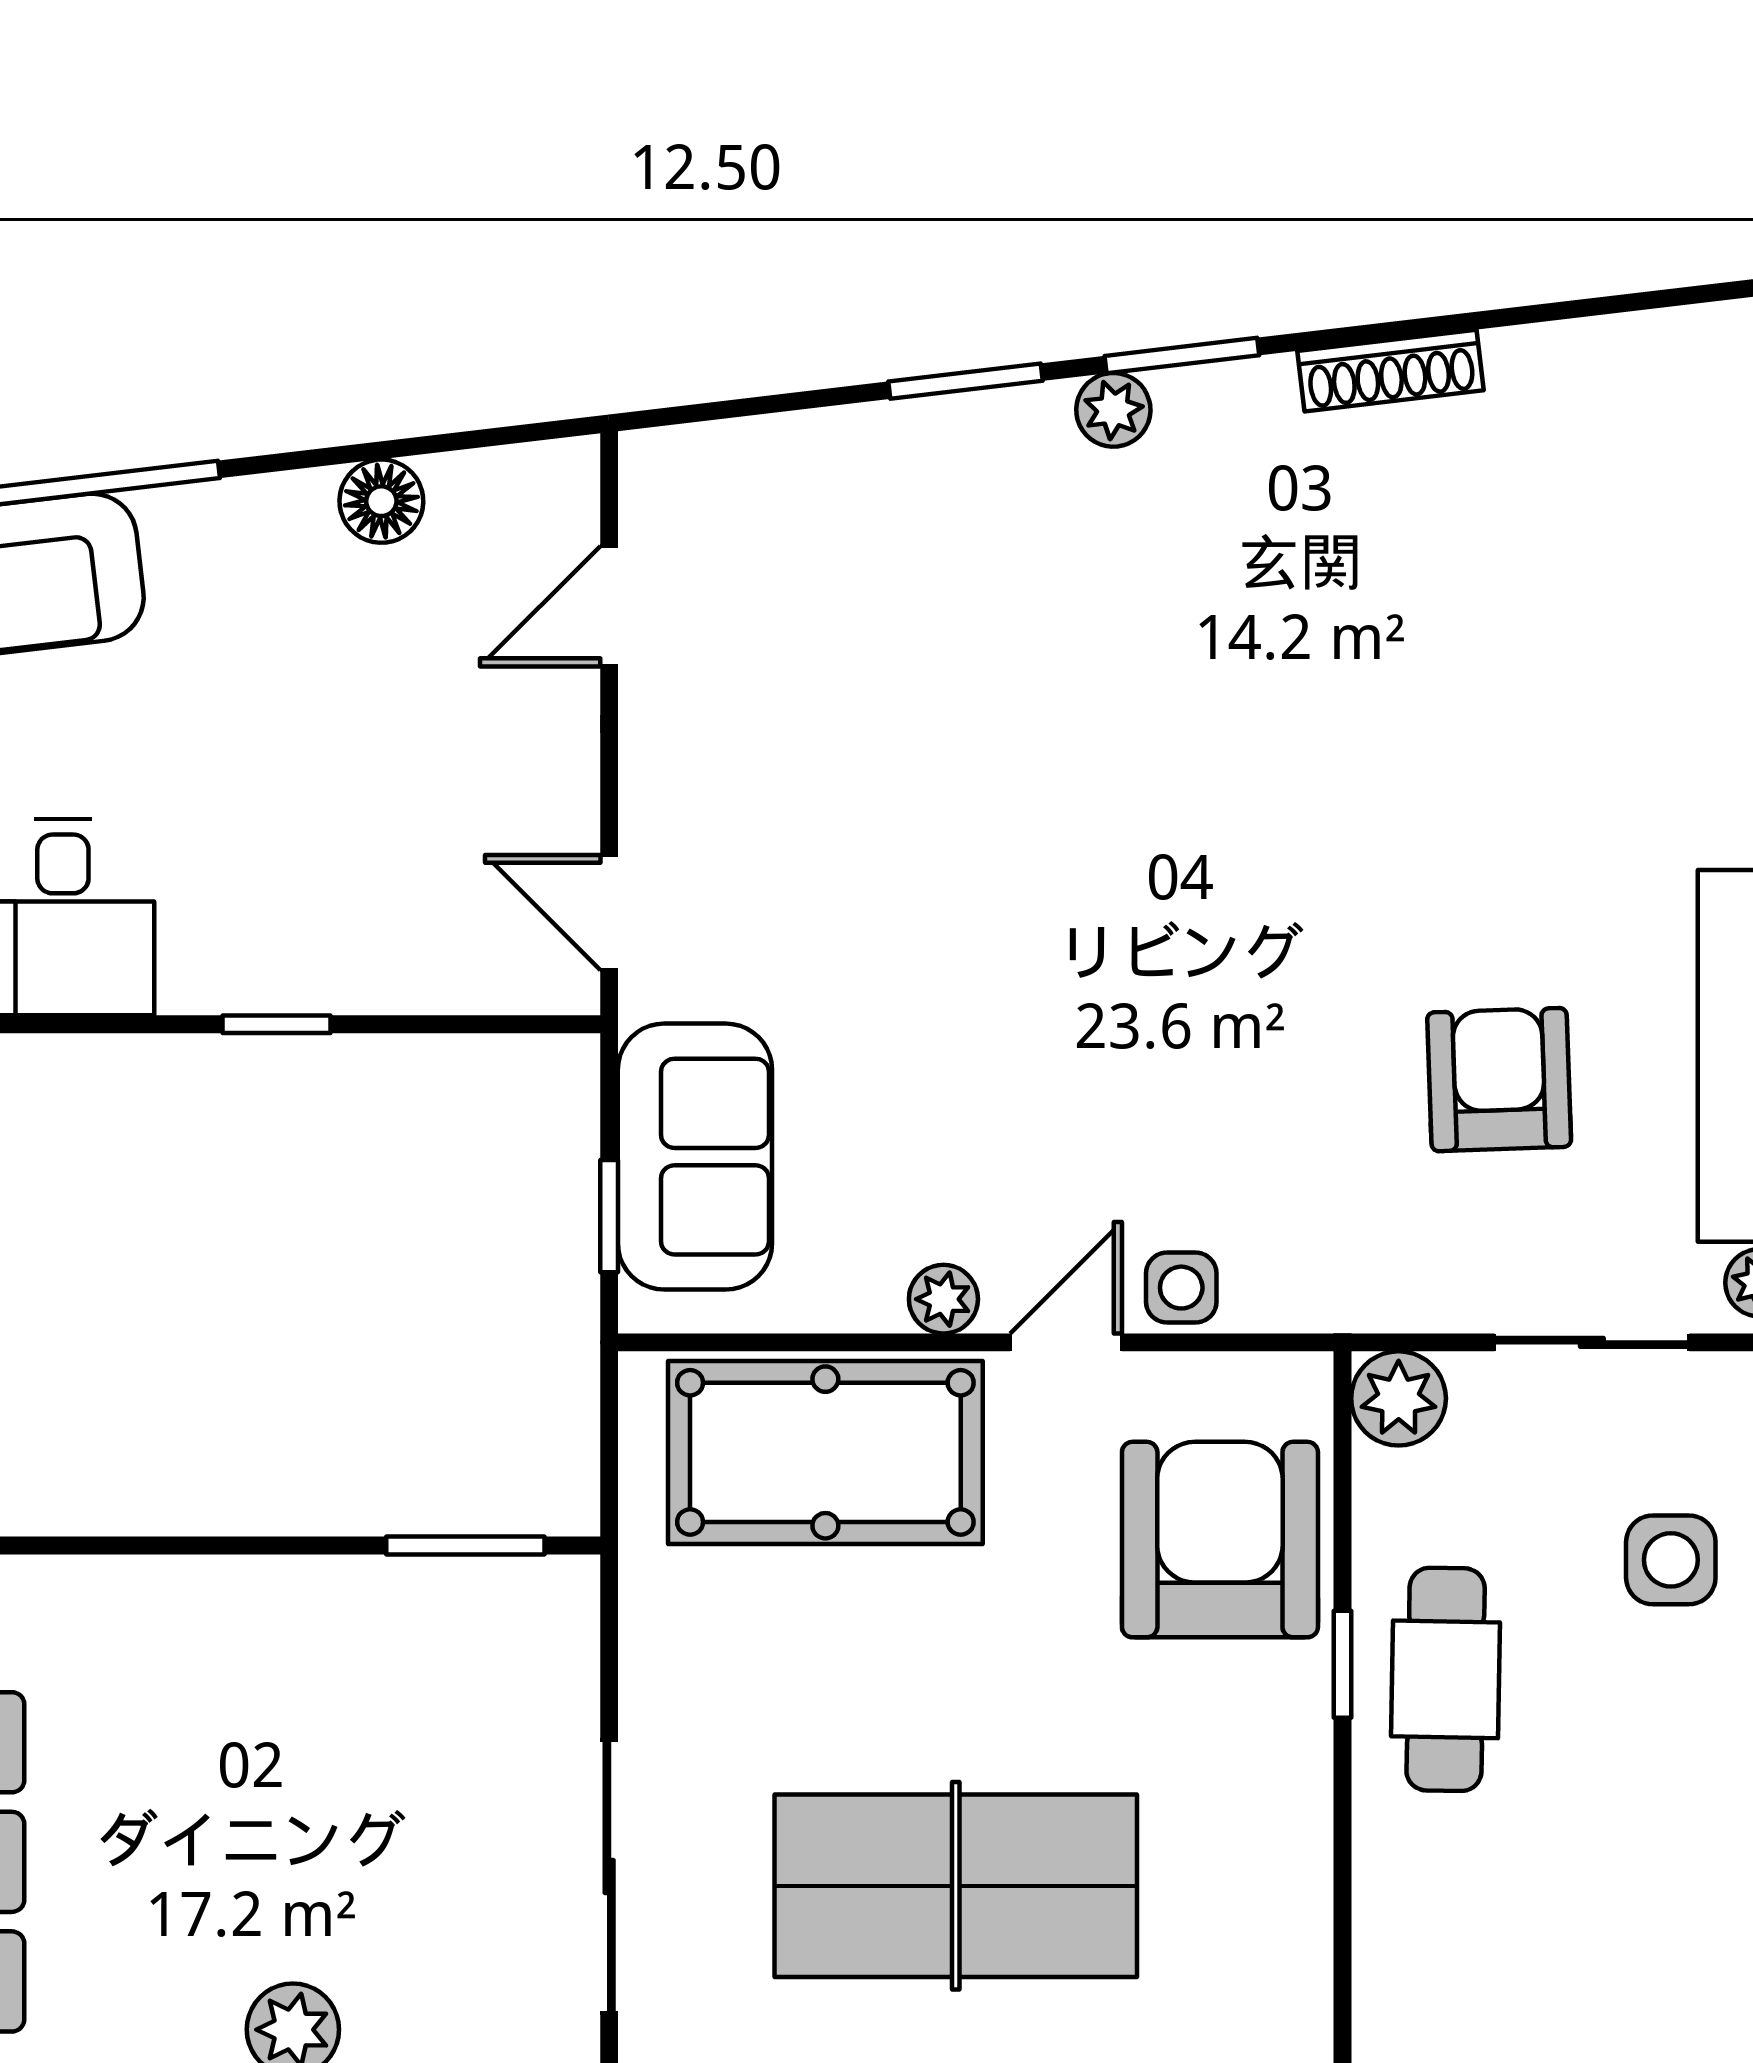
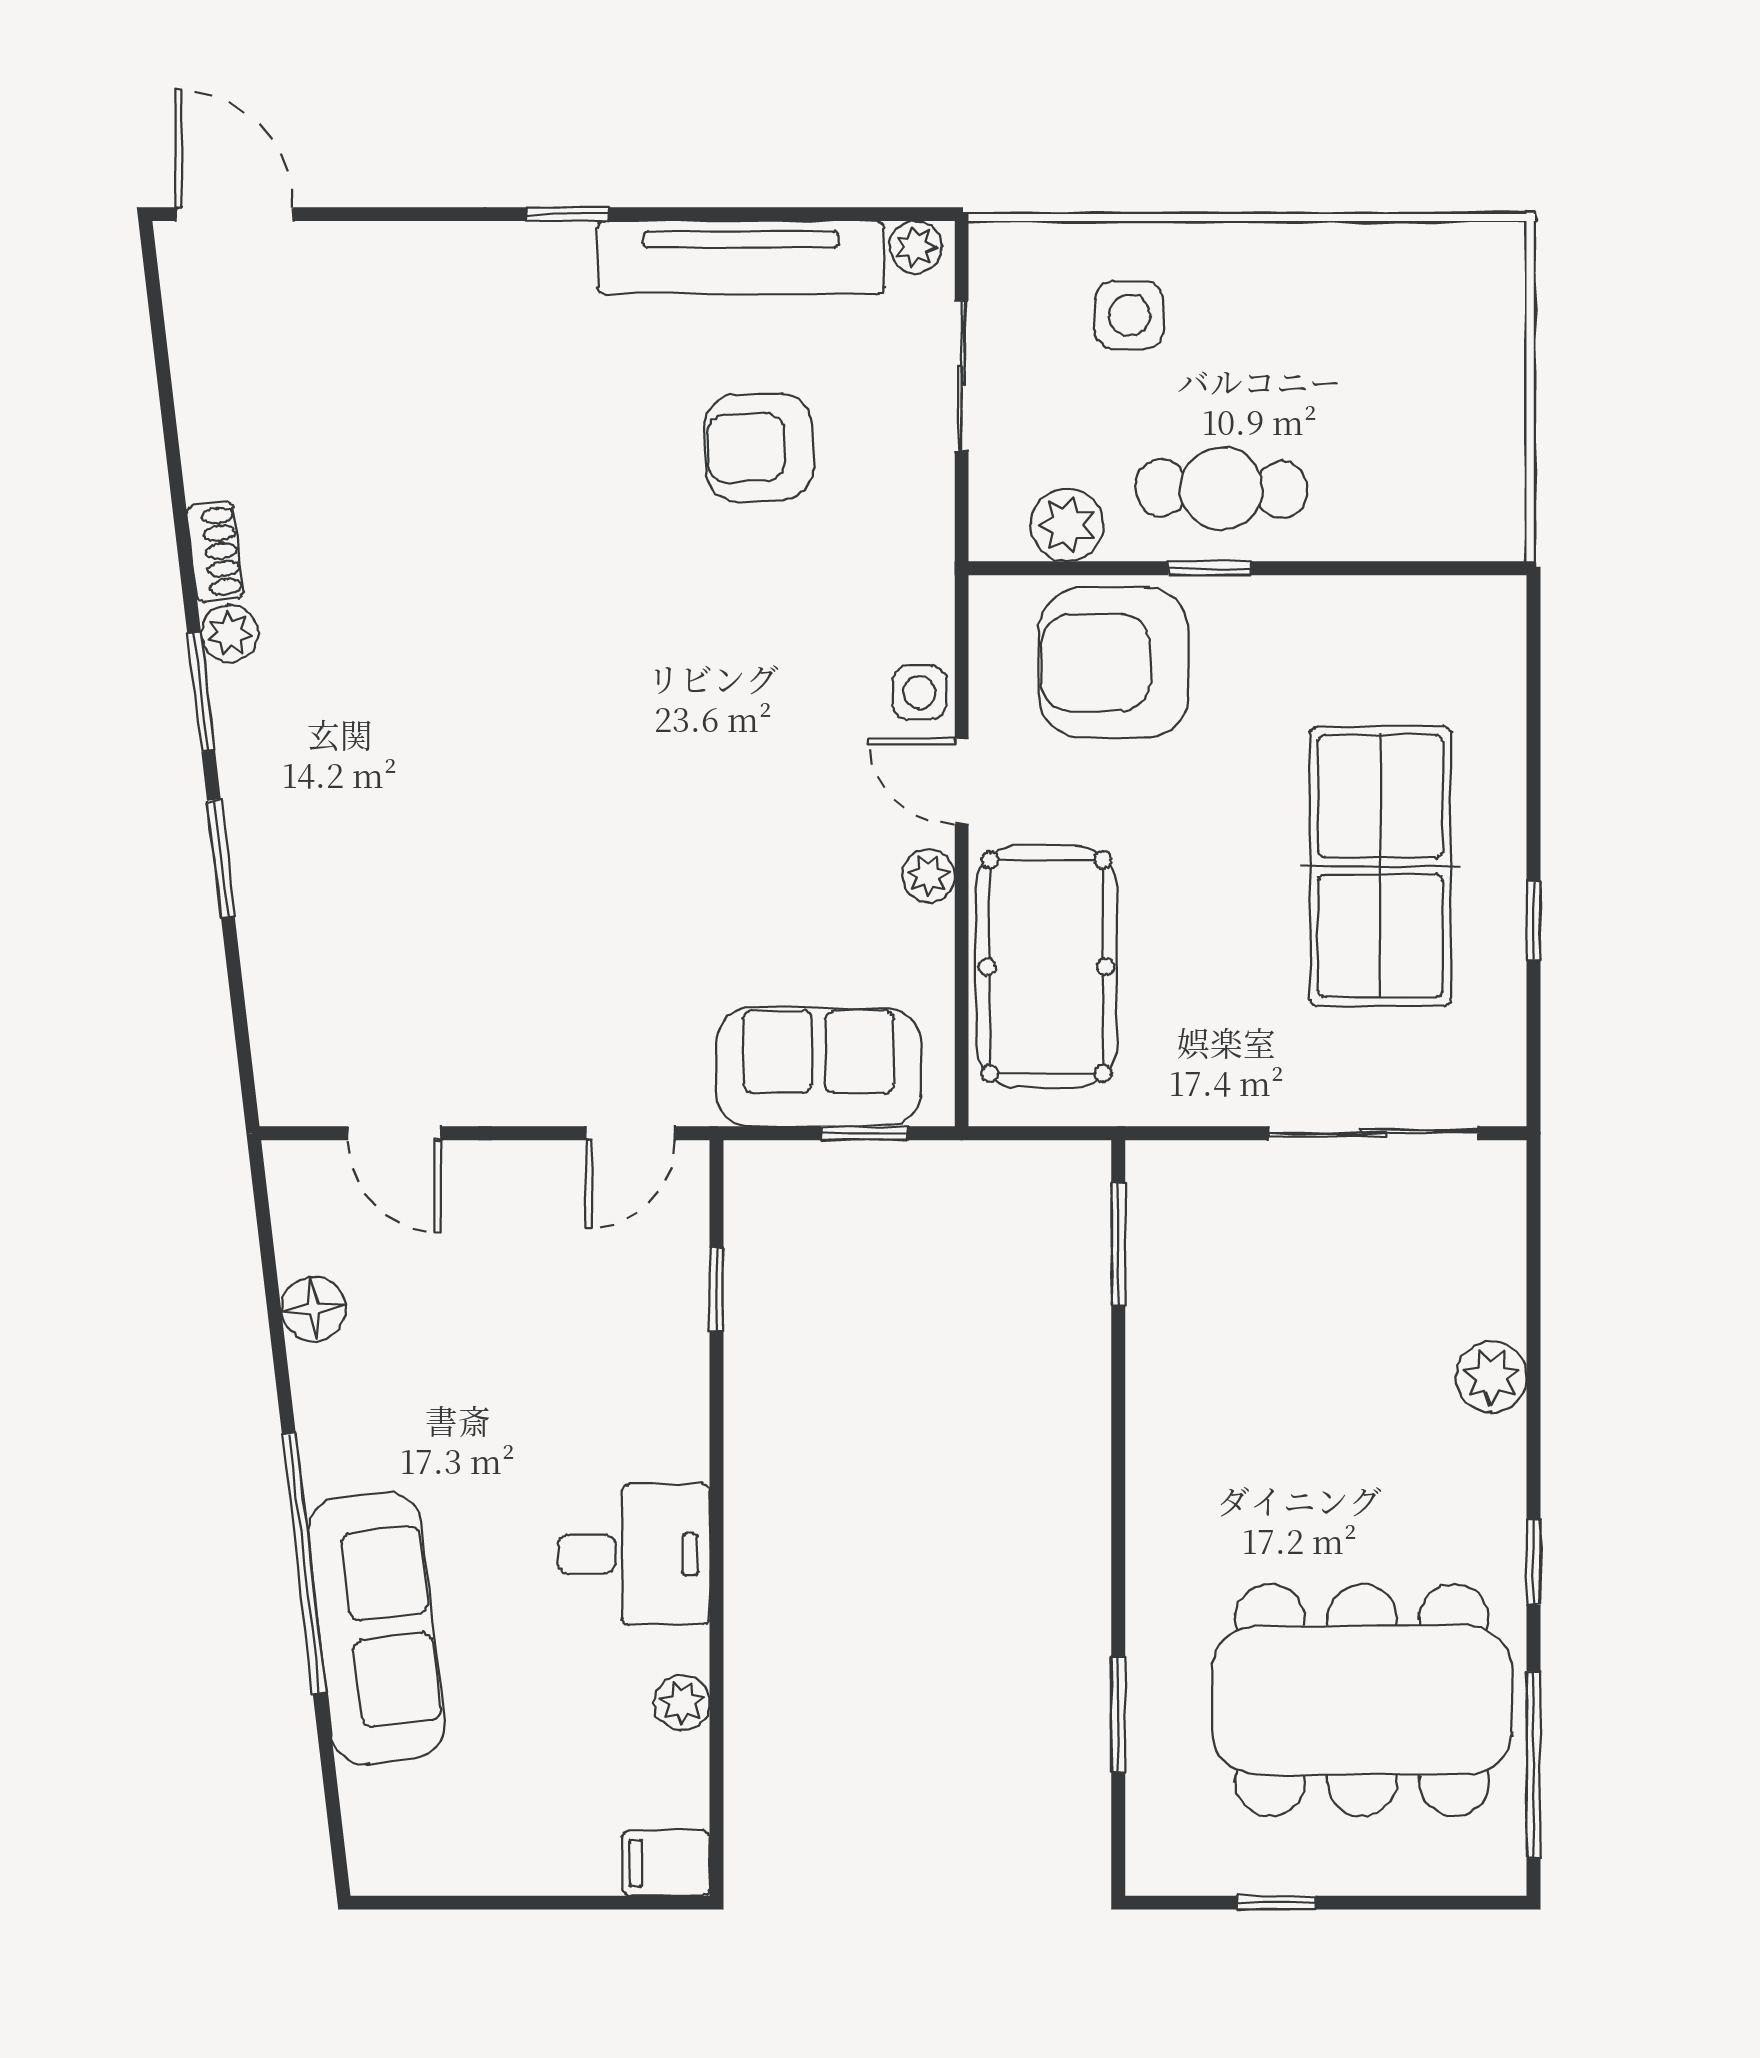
shoe rack: (1391, 371) -> (215, 552), width x0.70
plant: (1113, 410) -> (230, 633), moved
window: (277, 1024) -> (717, 1289), moved
plant: (1399, 1398) -> (1067, 525), moved

